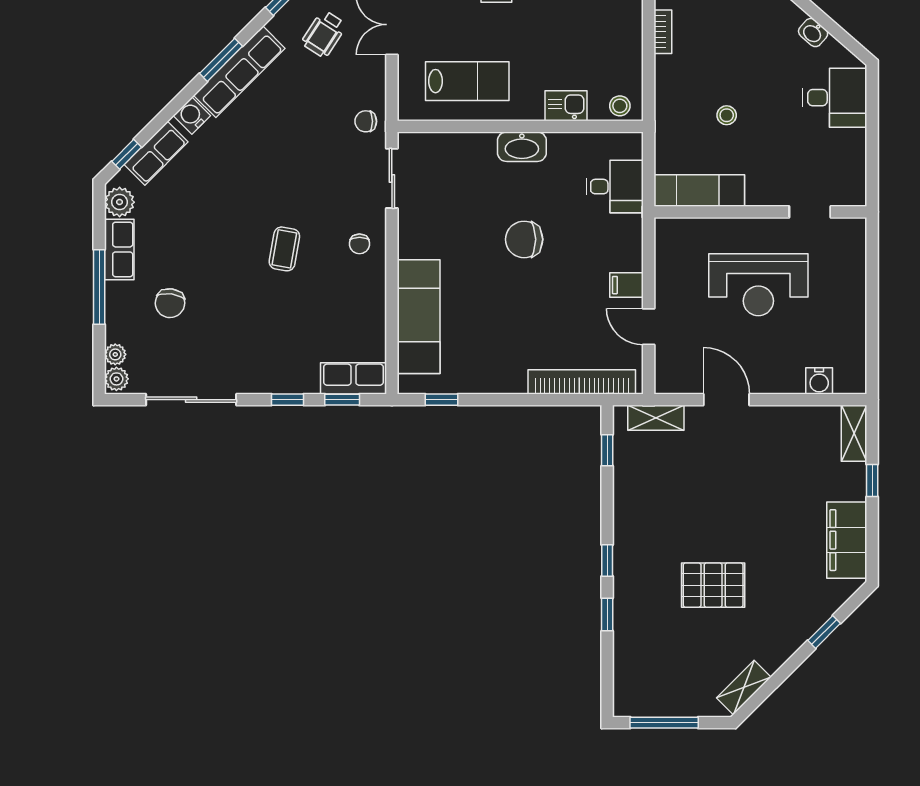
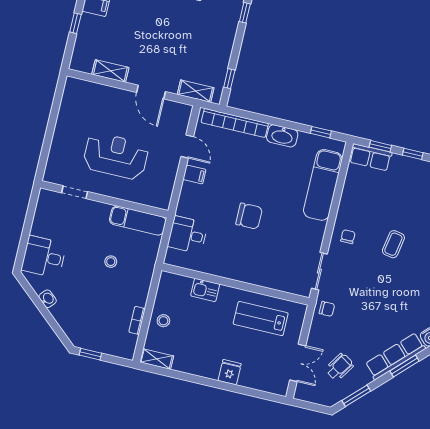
stool: (620, 106) -> (163, 321), moved
washbasin: (522, 147) -> (282, 136), moved, turned 180
water cooler: (819, 381) -> (93, 90), removed
shelving: (854, 433) -> (110, 71), moved, turned 90

